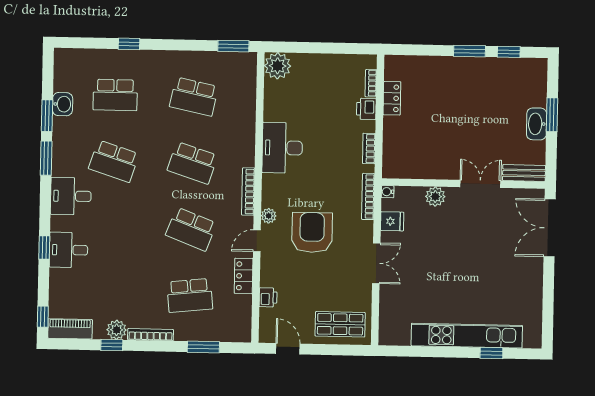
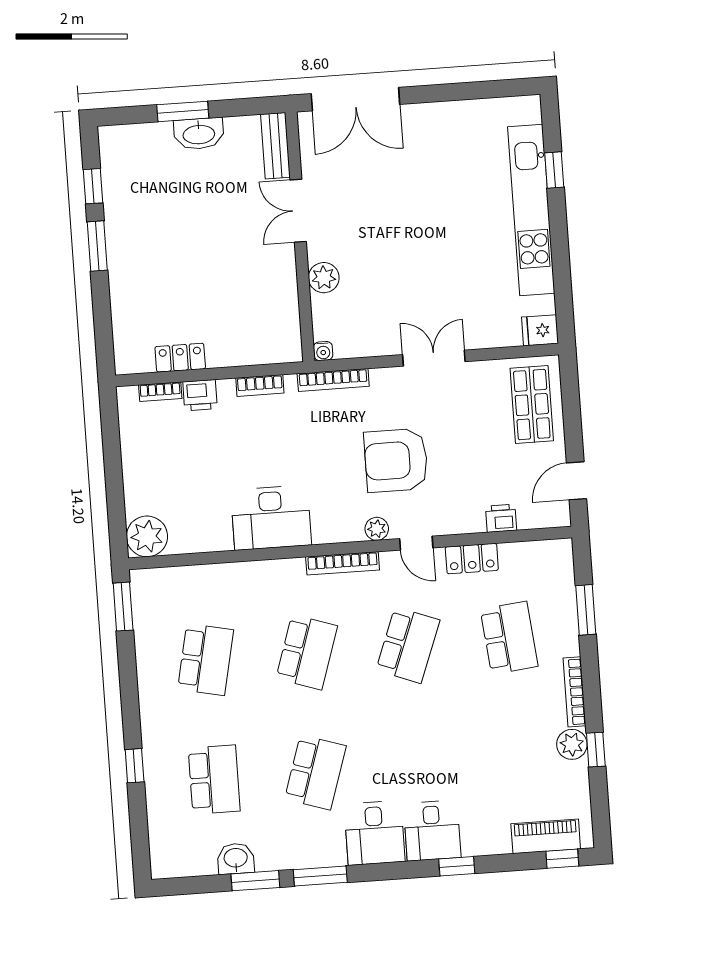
fridge: (392, 221) -> (540, 330), moved, turned -90
desk: (69, 250) -> (432, 831), moved
piano: (70, 329) -> (546, 836), moved, turned 90

